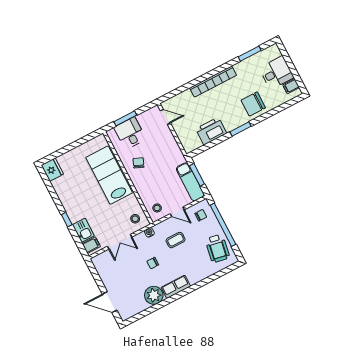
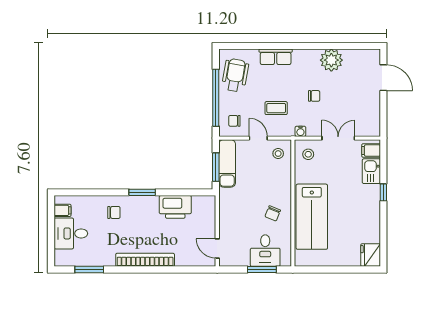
chair: (253, 104) -> (114, 212), width x0.54, depth x0.54
row of seats: (176, 287) -> (276, 57), moved

